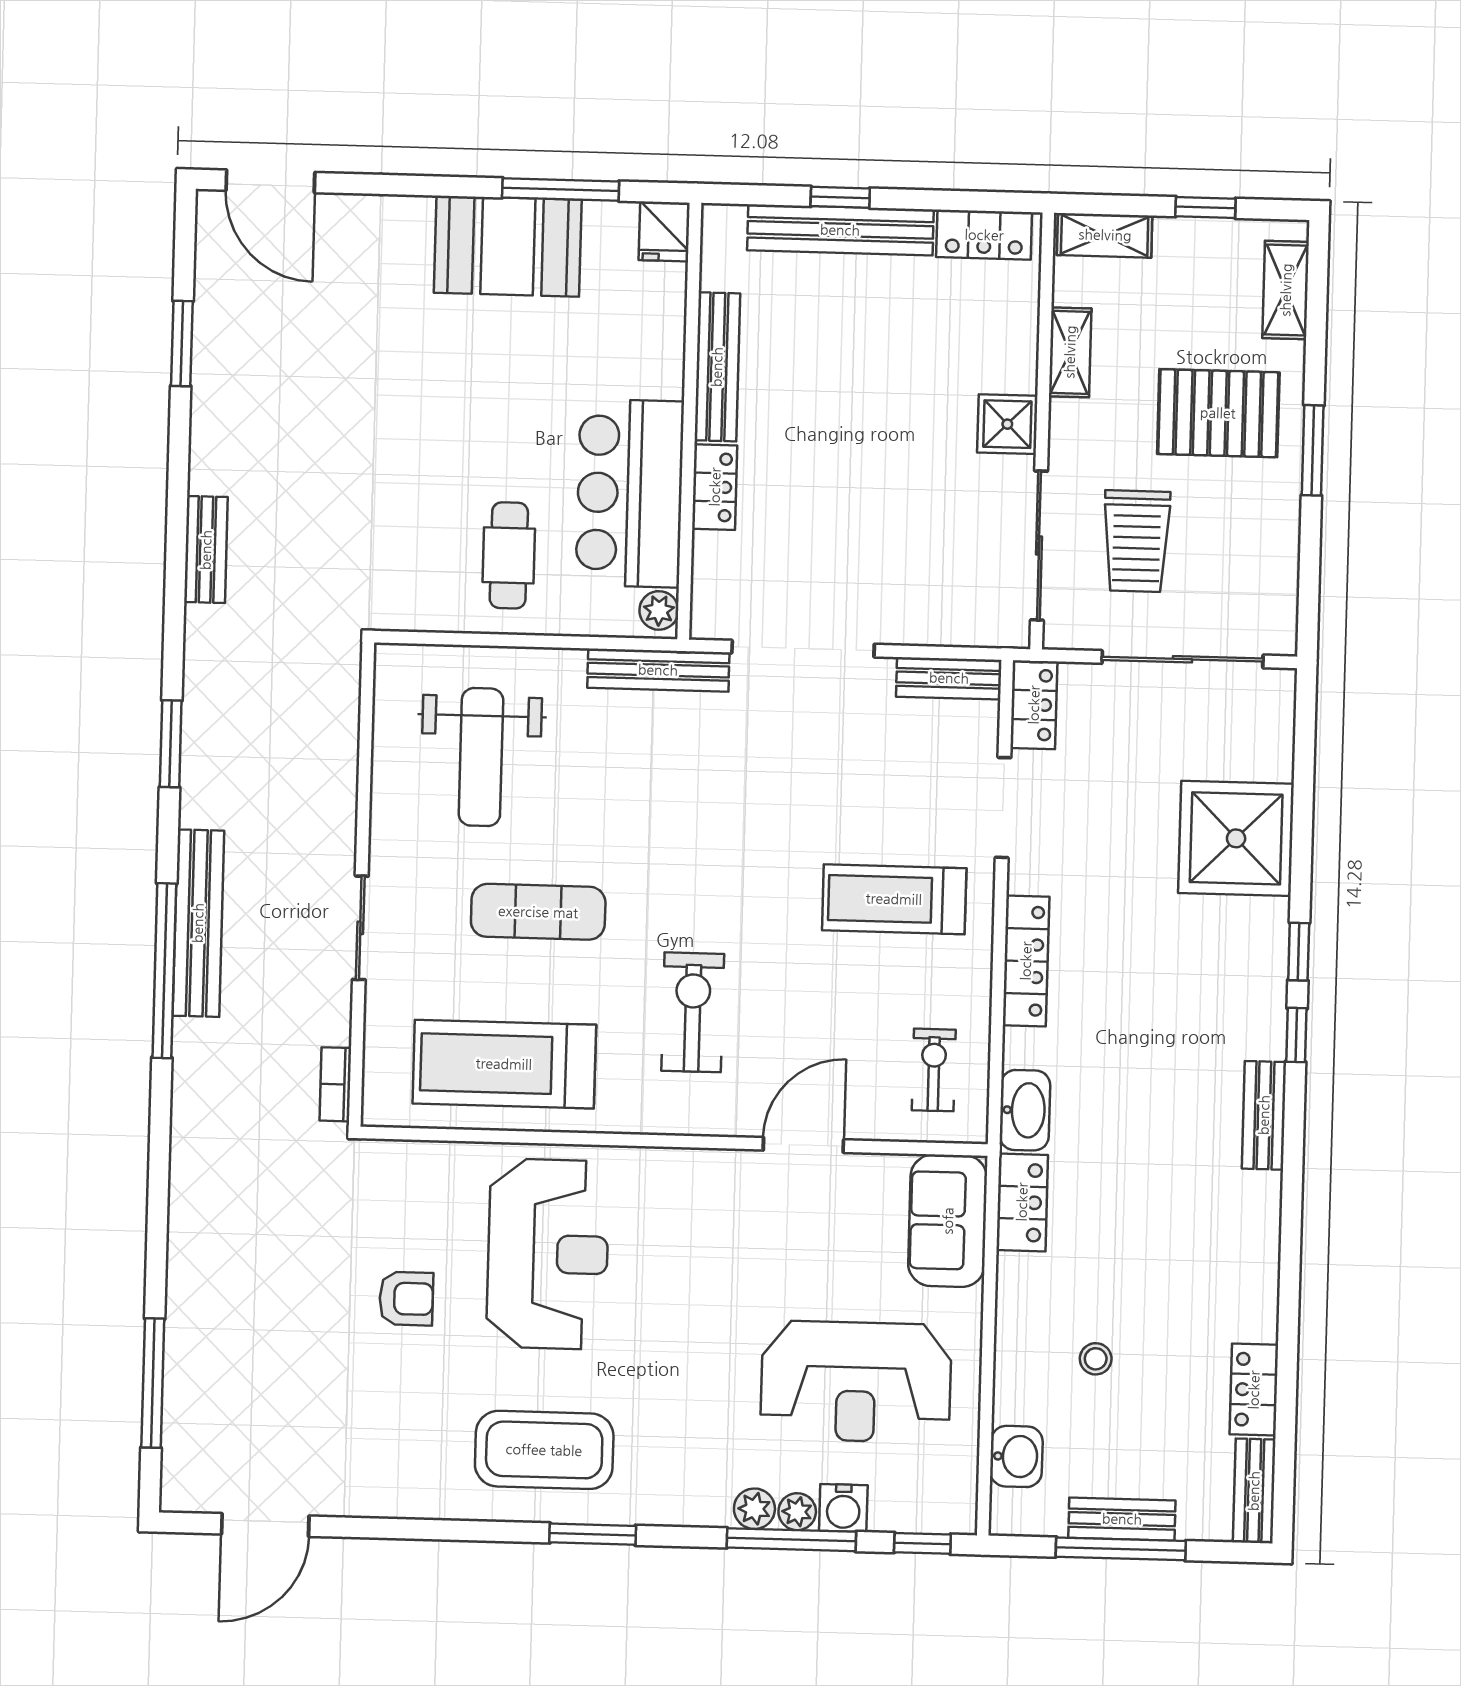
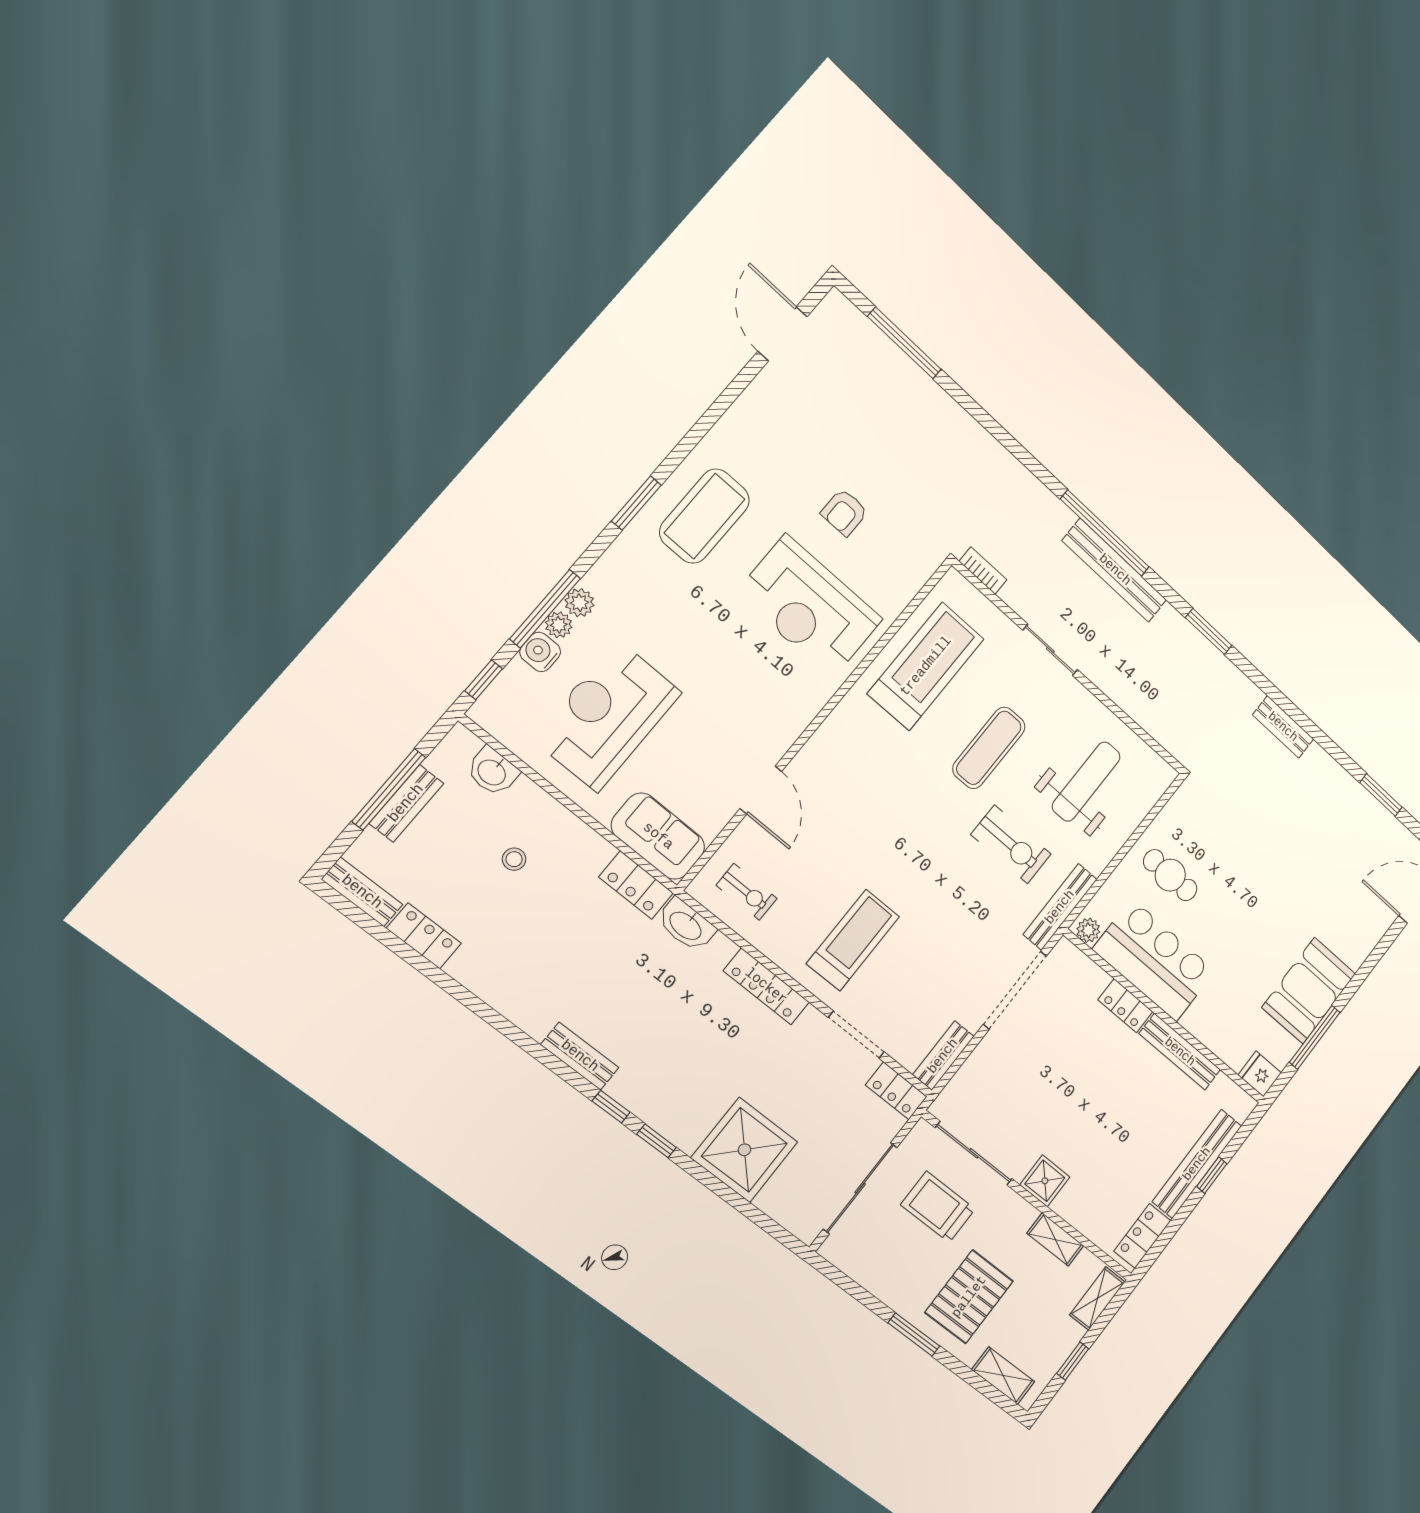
weight bench: (481, 757) -> (1086, 782), turned 90
exercise bike: (693, 1012) -> (1011, 844), moved

